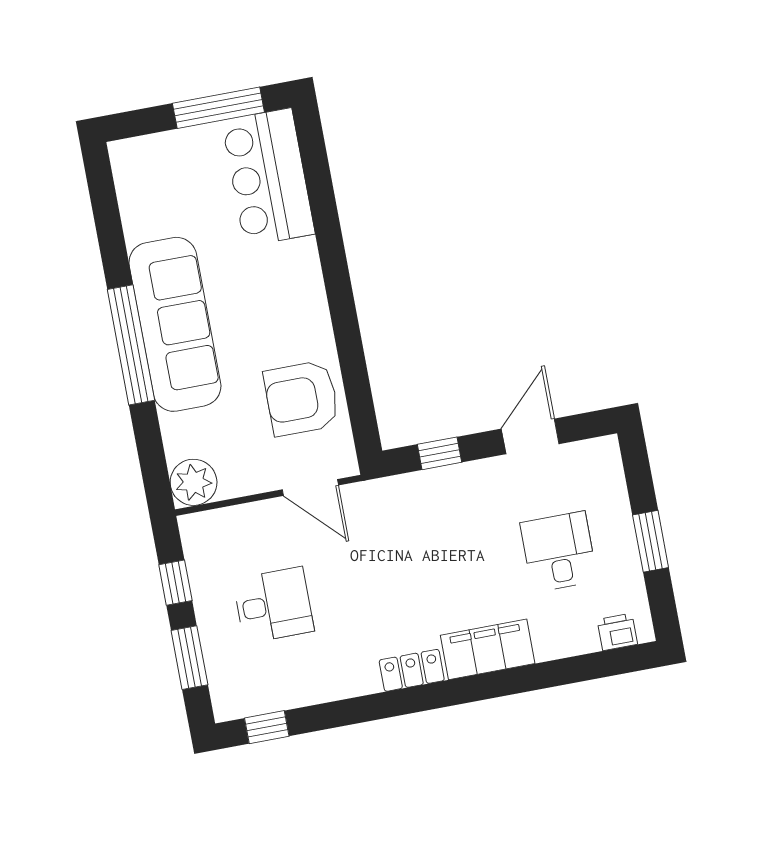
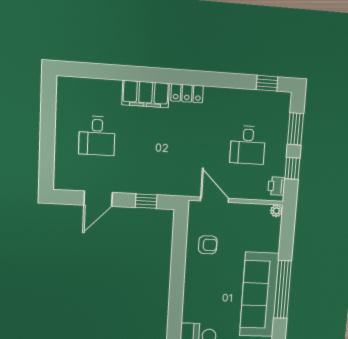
armchair: (302, 398) -> (208, 245), width x0.53, depth x0.53
plant: (194, 482) -> (276, 211), width x0.53, depth x0.53
window: (651, 541) -> (48, 129), removed
desk: (273, 605) -> (248, 145), turned -90
printer: (617, 632) -> (276, 186), moved, turned 90

